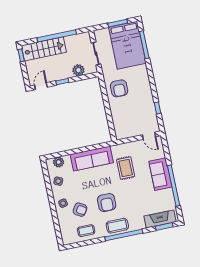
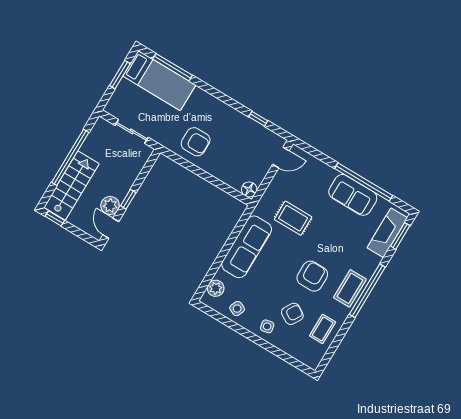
bed: (127, 45) -> (159, 80), width x0.67
plant: (78, 70) -> (110, 205), moved
floor lamp: (120, 135) -> (249, 189), added
sofa: (160, 174) -> (353, 195), moved
armchair: (107, 203) -> (312, 276), turned -90

